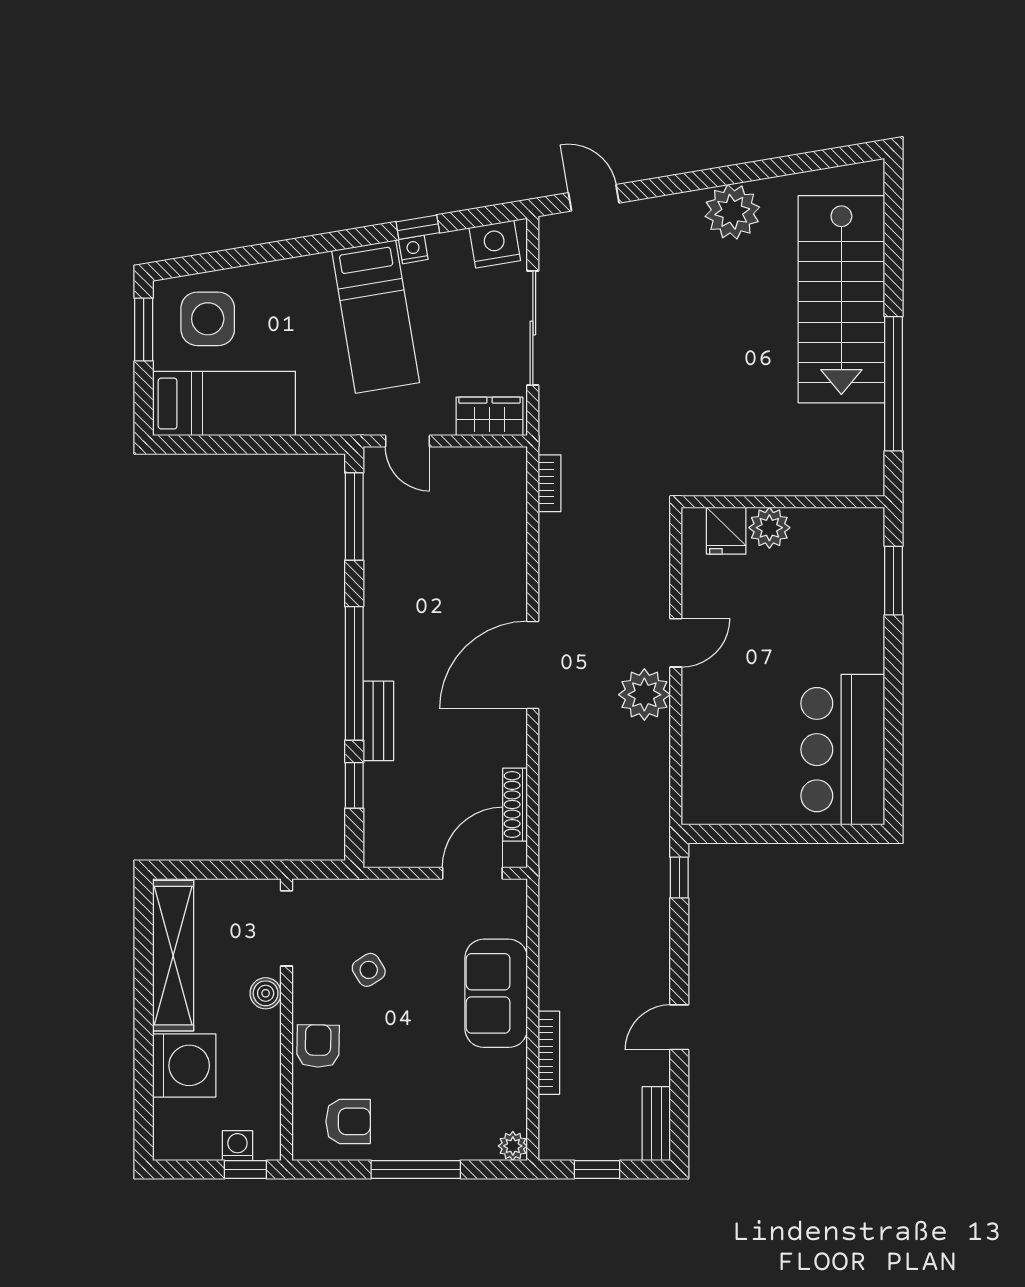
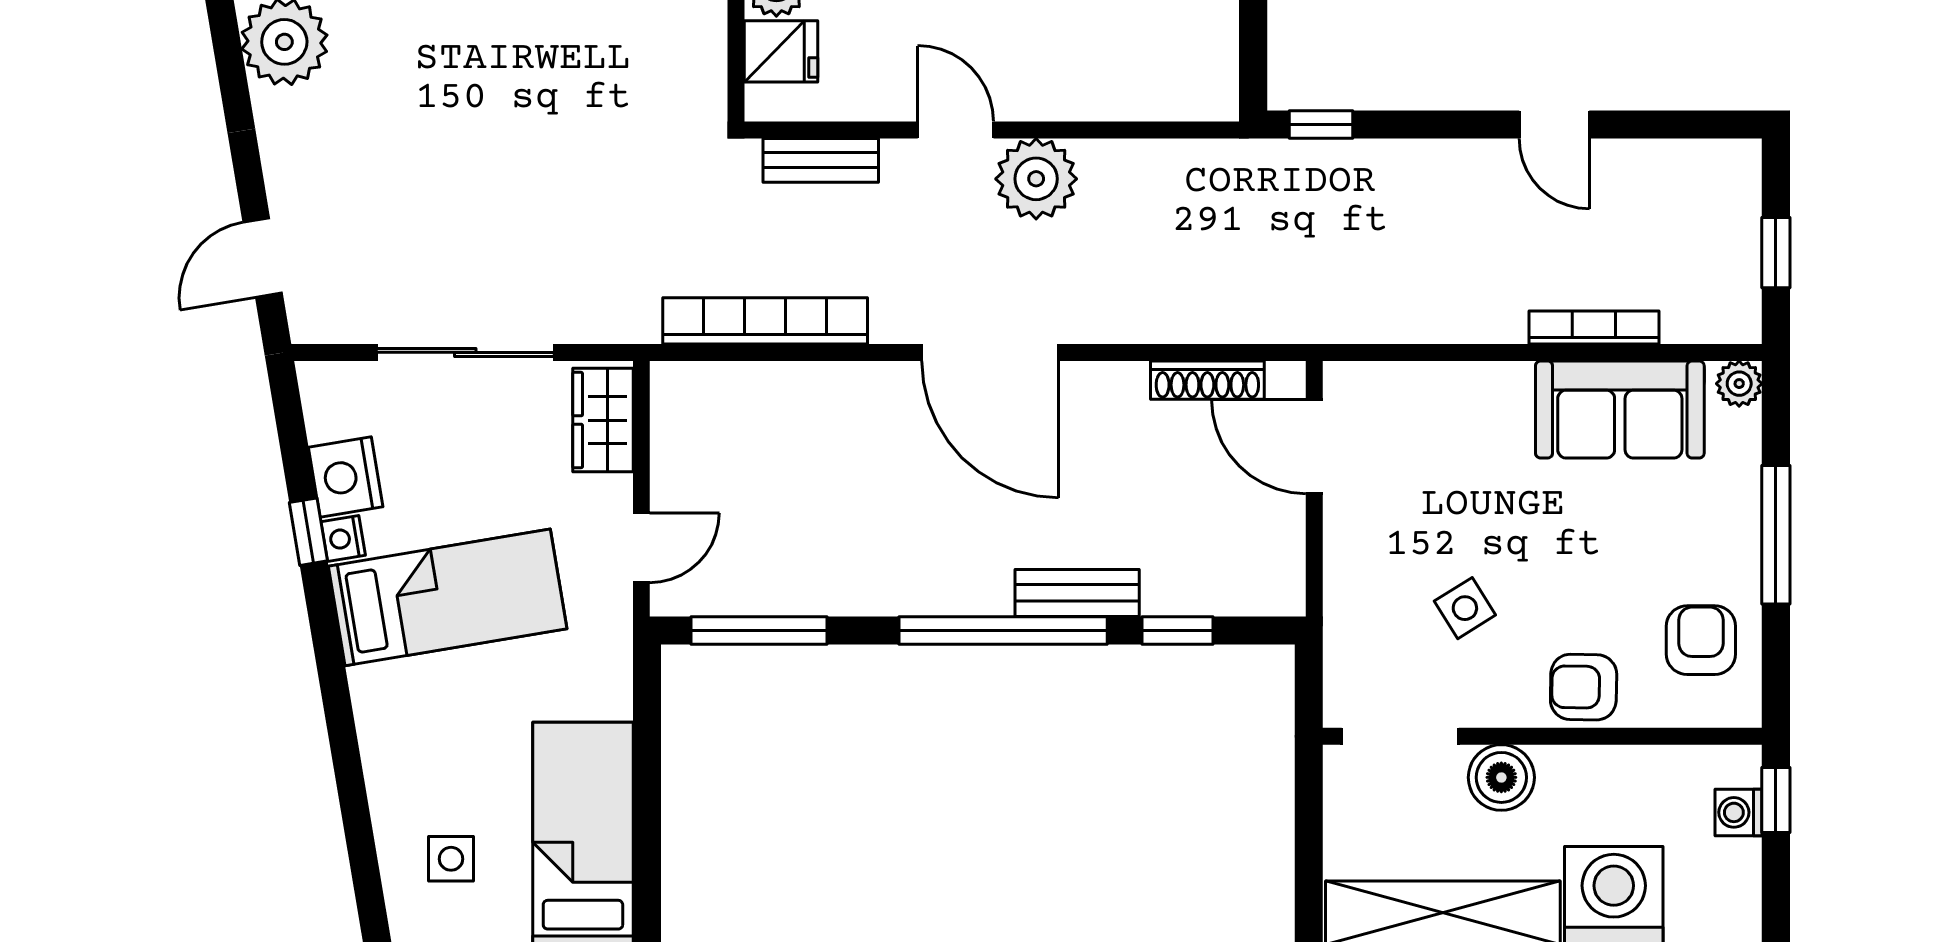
nightstand: (495, 244) -> (346, 477), moved
side table: (208, 319) -> (451, 859), width x0.54, depth x0.54
bookcase: (550, 483) -> (765, 321), width x2.31, depth x1.31
boiler: (266, 993) -> (1501, 777), width x1.36, depth x1.36
sofa: (496, 993) -> (1620, 410), moved
bench: (656, 1124) -> (821, 160), moved

